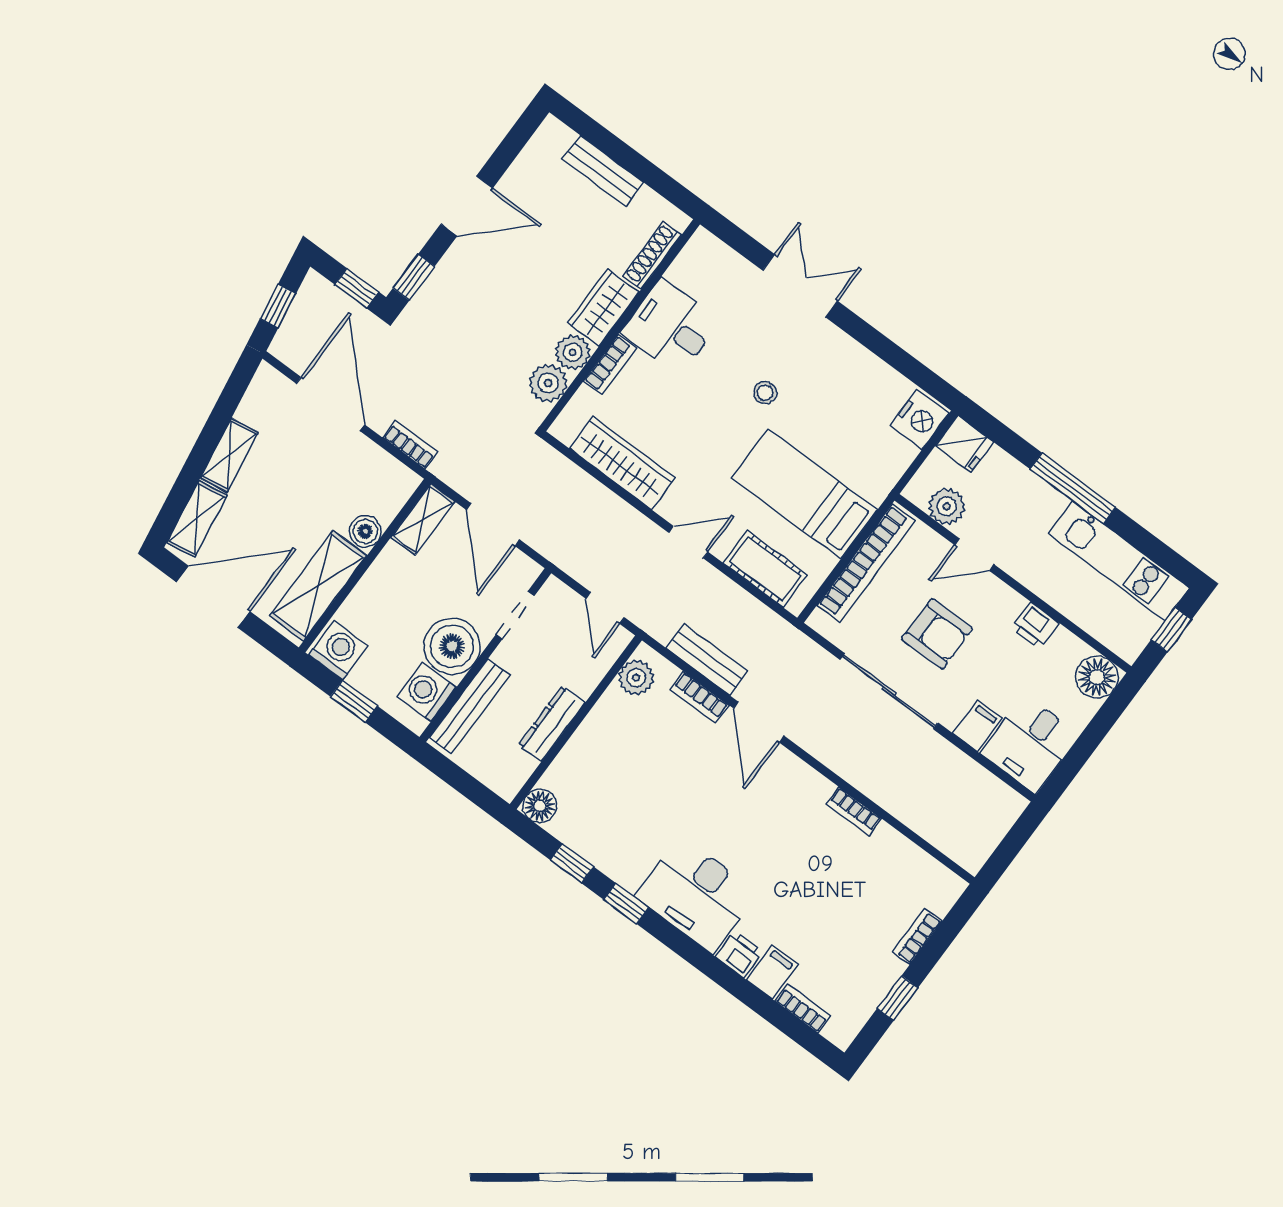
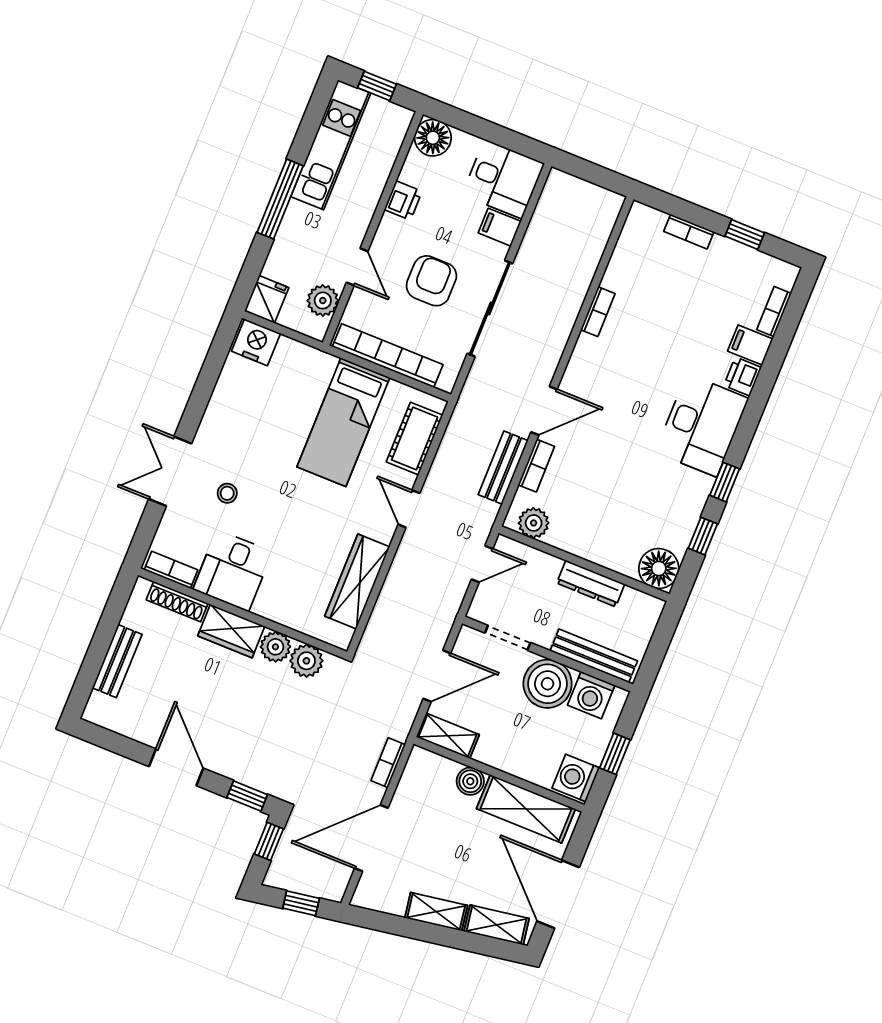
bookcase: (610, 365) -> (171, 570), moved
stool: (765, 393) -> (227, 493), moved
floor lamp: (540, 806) -> (659, 568), width x1.38, depth x1.38

